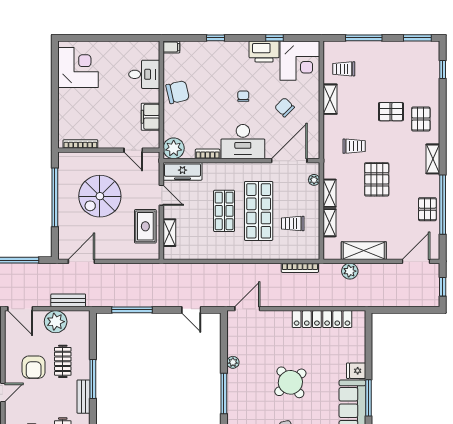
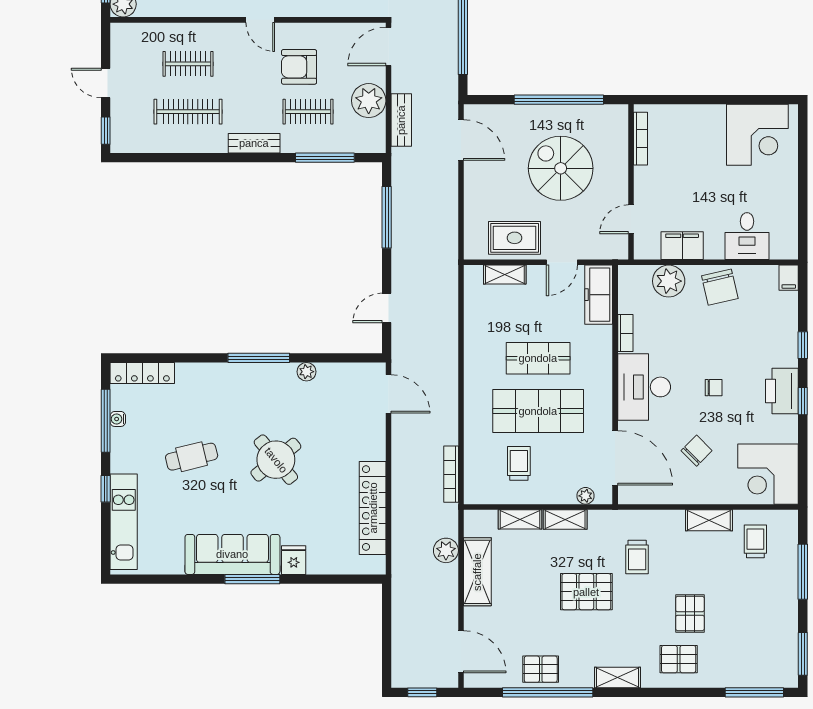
window: (275, 38) -> (803, 401), moved
printer: (264, 52) -> (782, 391), moved
window: (443, 69) -> (754, 692), width x2.17
plant: (174, 148) -> (669, 281), moved
window: (93, 379) -> (325, 158), moved

